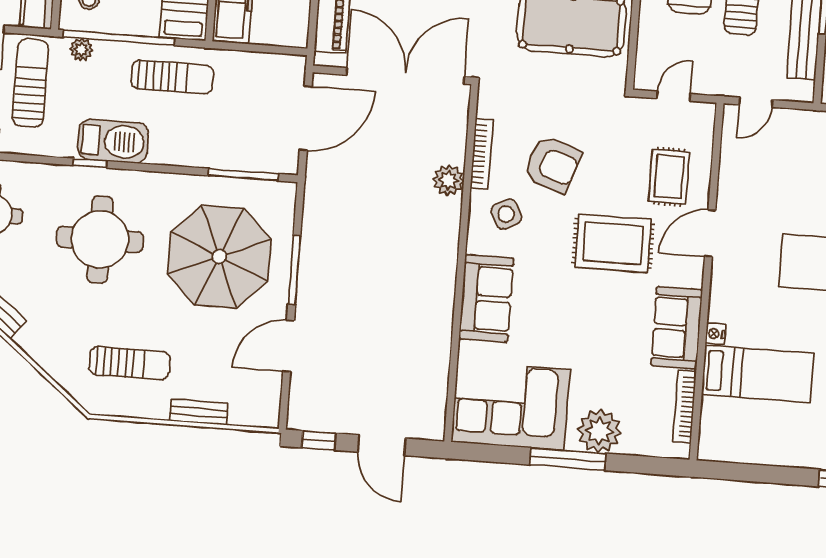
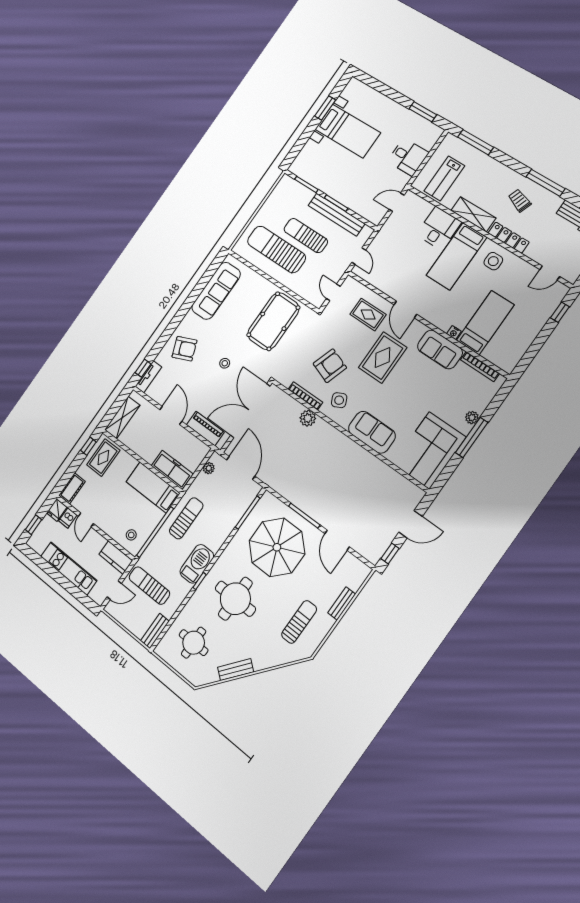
plant: (81, 50) -> (209, 468), moved
plant: (599, 431) -> (472, 418), width x0.53, depth x0.53

